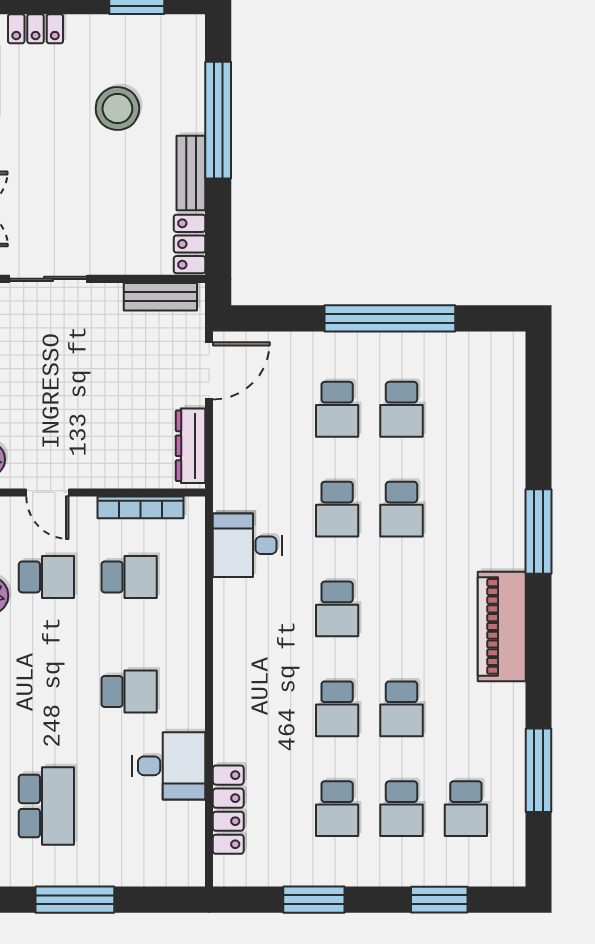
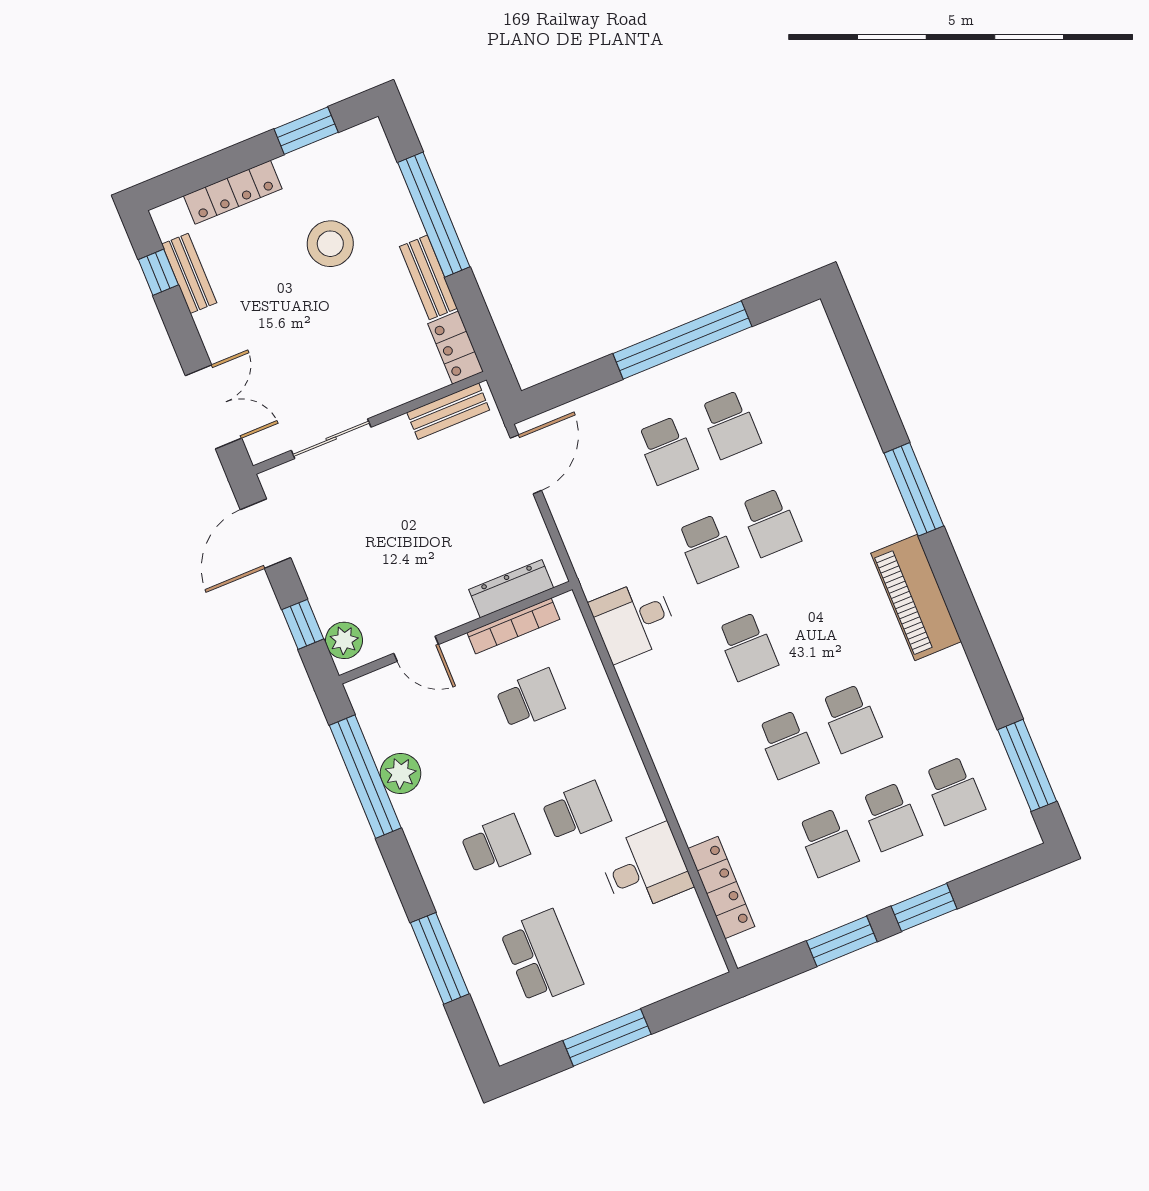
locker: (36, 29) -> (233, 192), width x1.53
dresser: (191, 446) -> (511, 589), moved, turned 90
school desk: (46, 577) -> (495, 845), moved
window: (539, 770) -> (1027, 765), moved
window: (439, 900) -> (924, 907), moved

